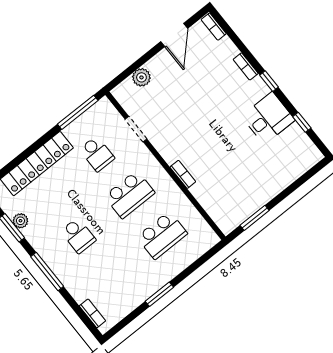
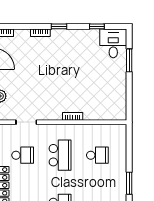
desk: (268, 118) -> (113, 43), moved
window: (255, 218) -> (129, 60), moved
school desk: (162, 235) -> (97, 155), width x0.54

